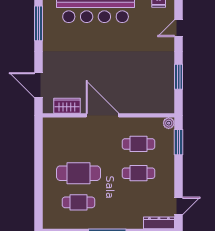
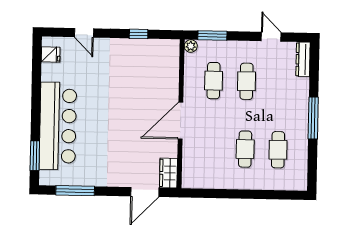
window: (178, 77) -> (139, 34), width x0.67
wardrobe: (67, 106) -> (168, 173), moved
cafe table: (78, 173) -> (245, 149), width x0.73, depth x0.74
door: (178, 206) -> (271, 37), moved

